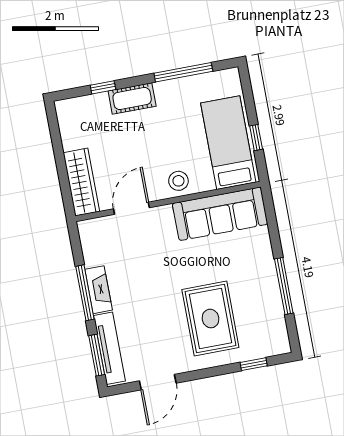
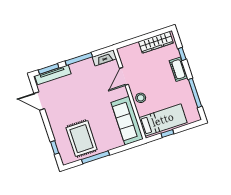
wardrobe: (81, 182) -> (156, 42), moved
door: (131, 208) -> (124, 76), swing flipped
fireplace: (99, 290) -> (104, 58), moved
rug: (210, 319) -> (82, 139), moved, turned 90

